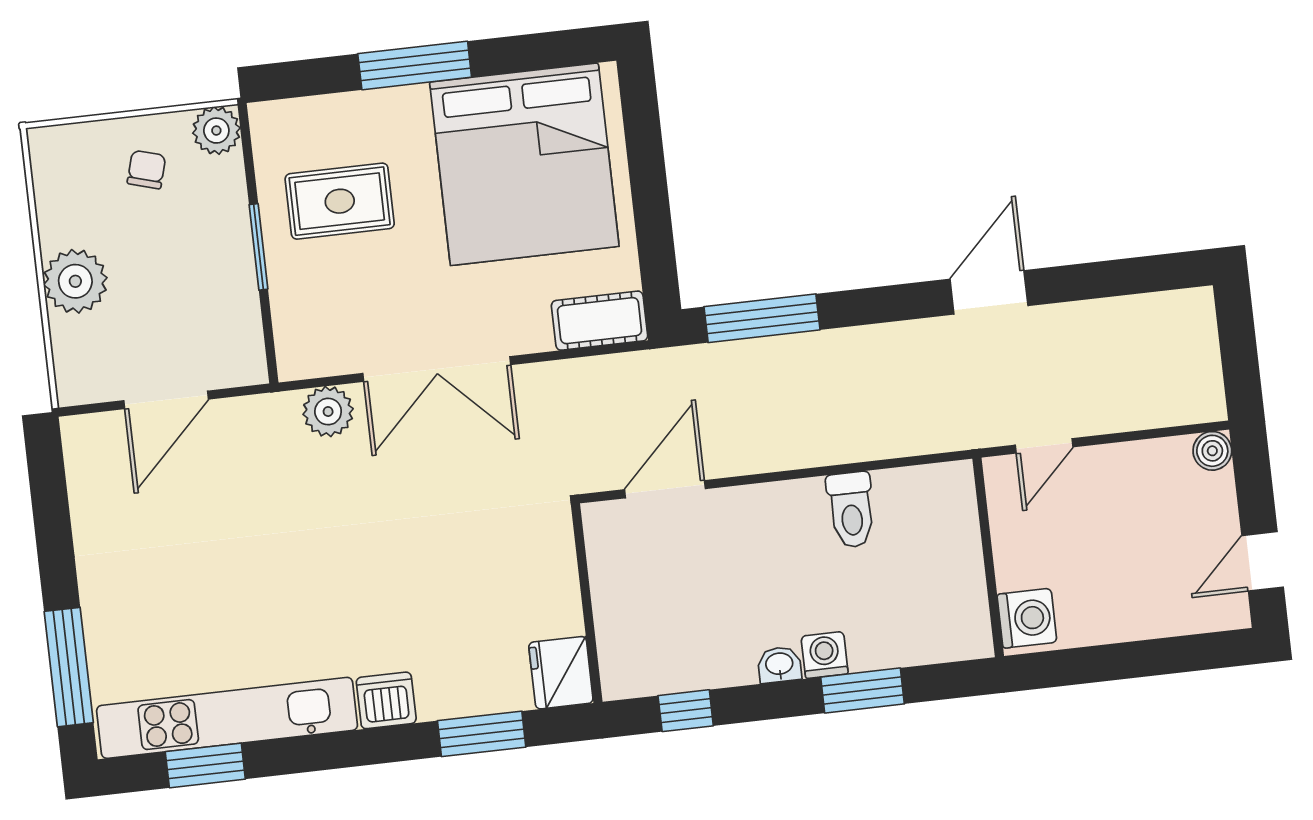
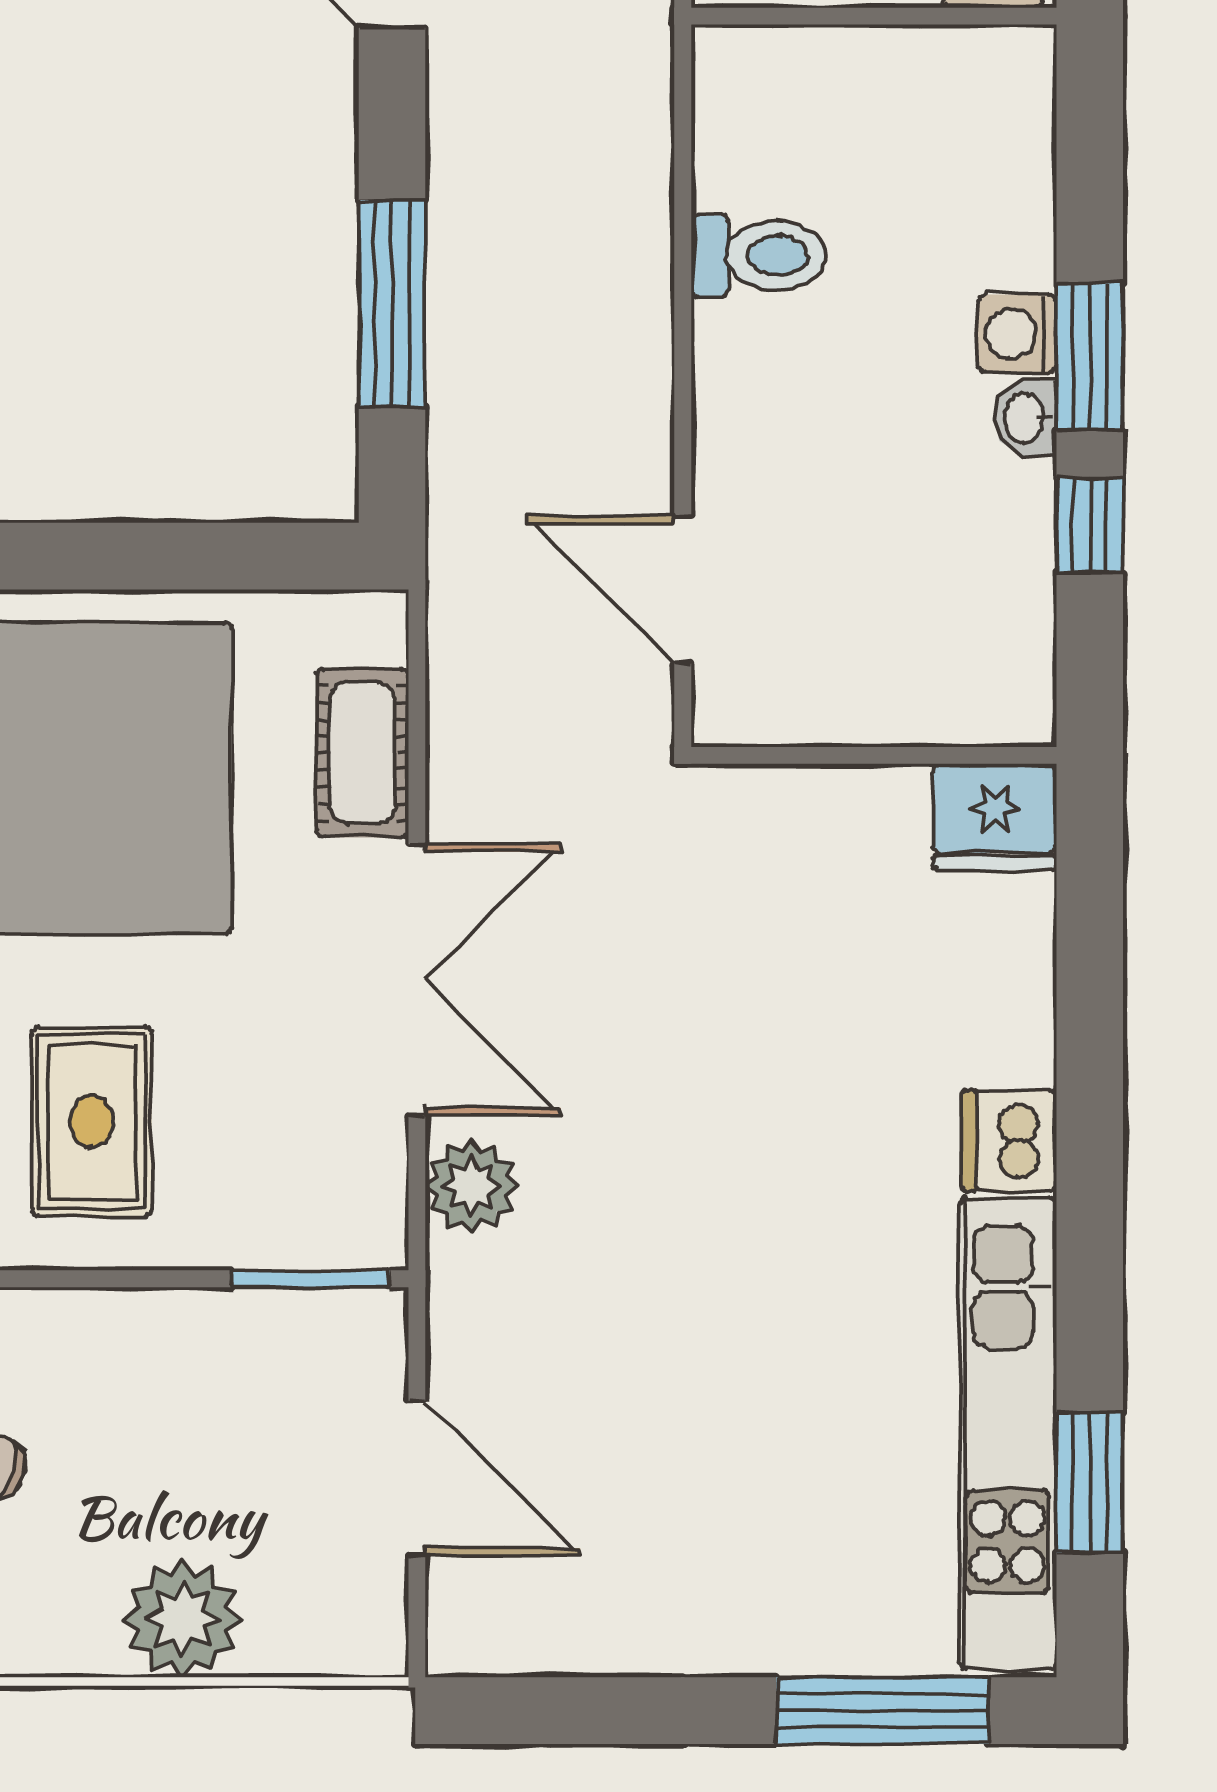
window: (258, 247) -> (310, 1279), moved
window: (762, 318) -> (392, 303), moved
cot: (600, 321) -> (363, 753), moved
window: (863, 691) -> (1090, 357), moved
window: (686, 711) -> (1090, 526), moved
window: (482, 734) -> (1090, 974), removed

